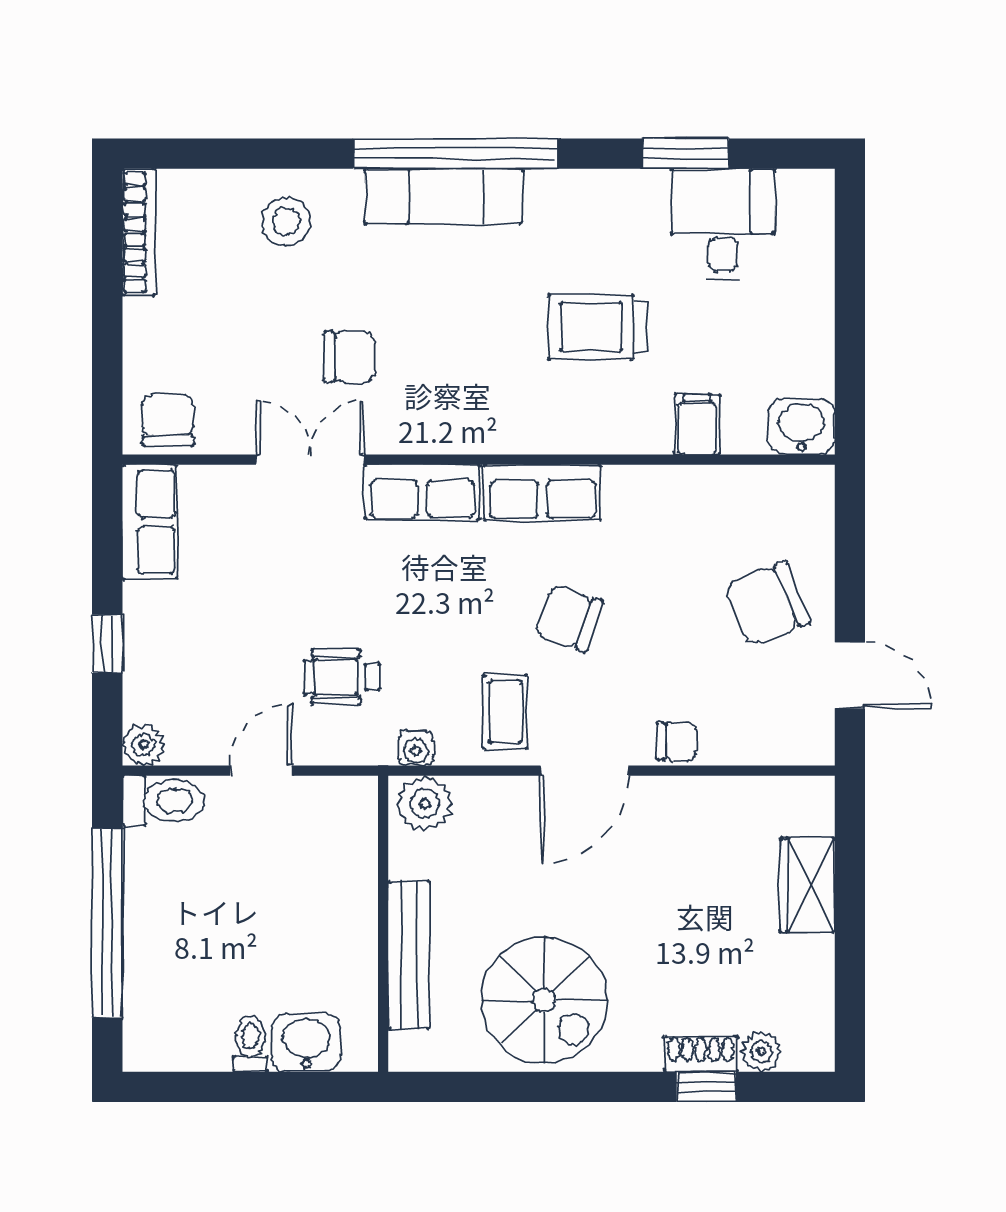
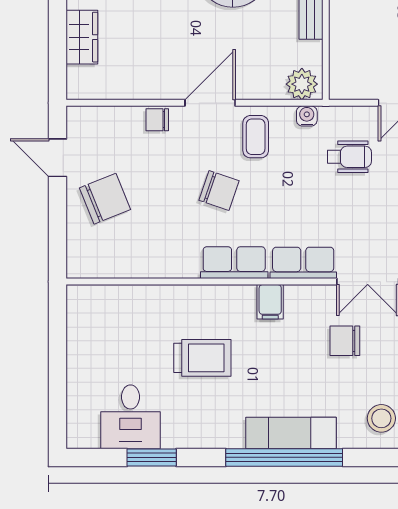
filing cabinet: (697, 424) -> (270, 302), moved
washbasin: (801, 426) -> (85, 301), removed

